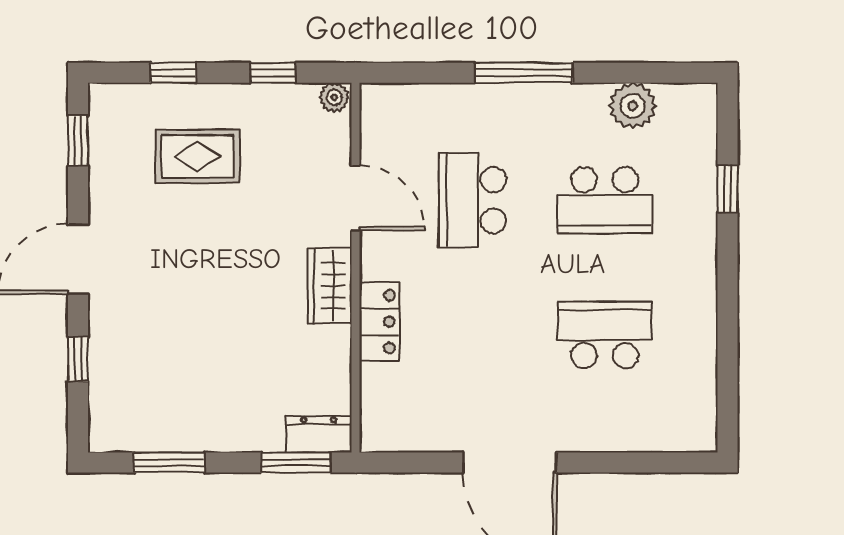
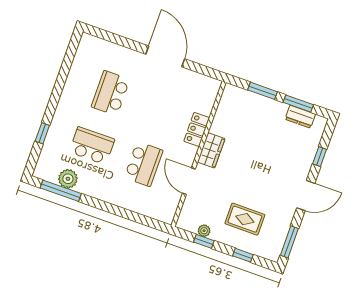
window: (523, 73) -> (61, 191), moved
plant: (334, 97) -> (204, 231), moved
window: (78, 141) -> (289, 242), width x1.50
school desk: (605, 335) -> (111, 93), turned 90
dresser: (319, 434) -> (300, 117), moved
window: (296, 463) -> (263, 91), moved

